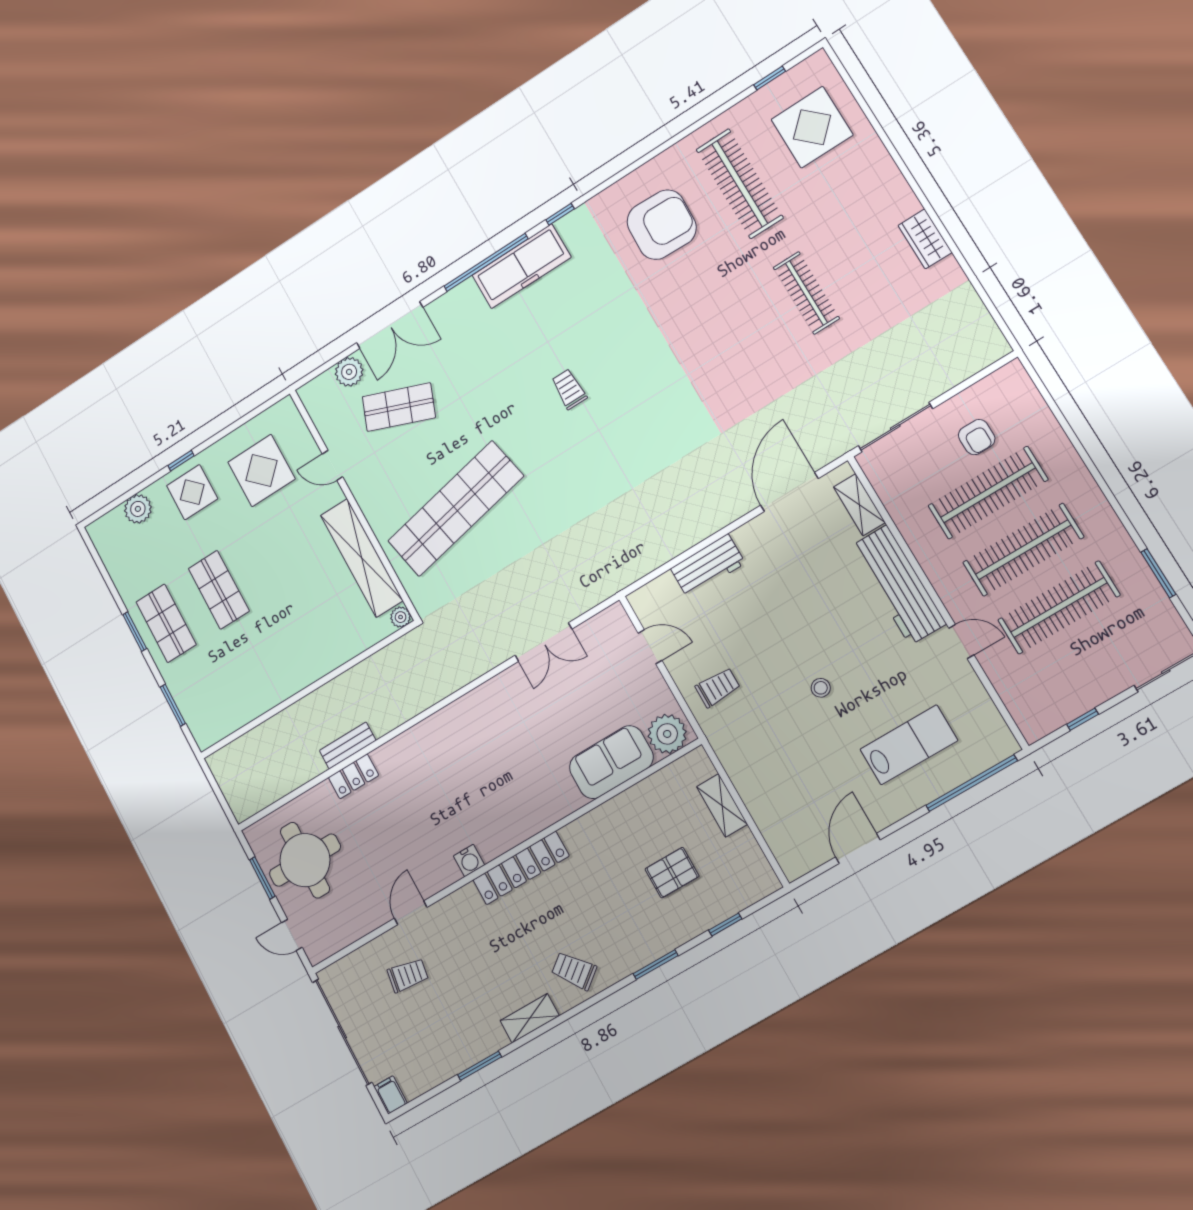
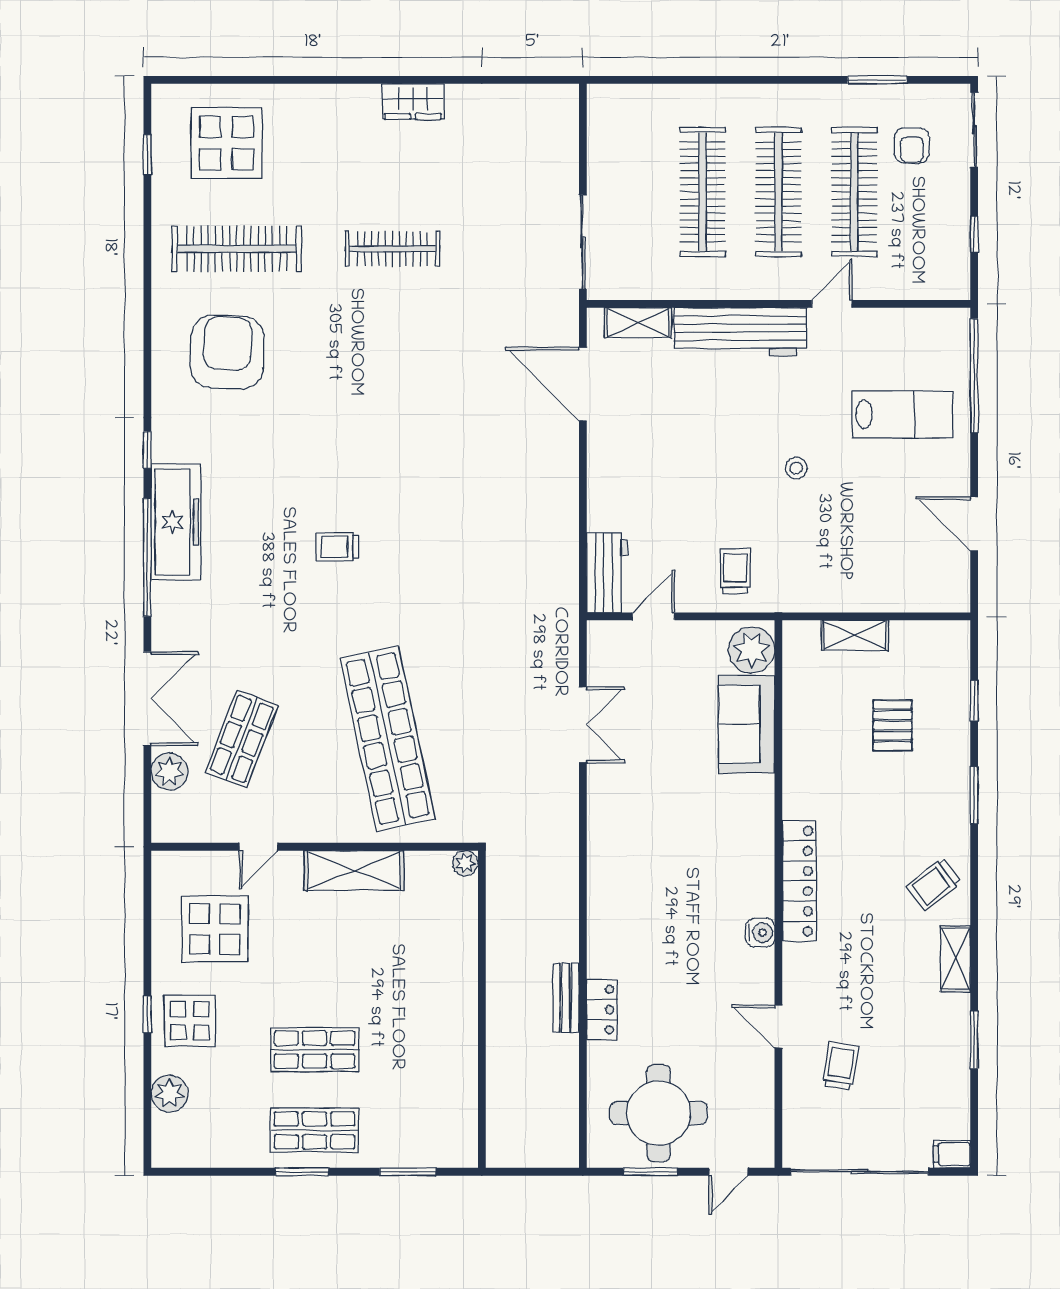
armchair: (977, 437) -> (912, 146), moved, turned 90
shelving: (362, 558) -> (354, 870), width x0.68
workbench: (708, 566) -> (607, 573), moved
lab bench: (909, 745) -> (902, 414), turned 90

